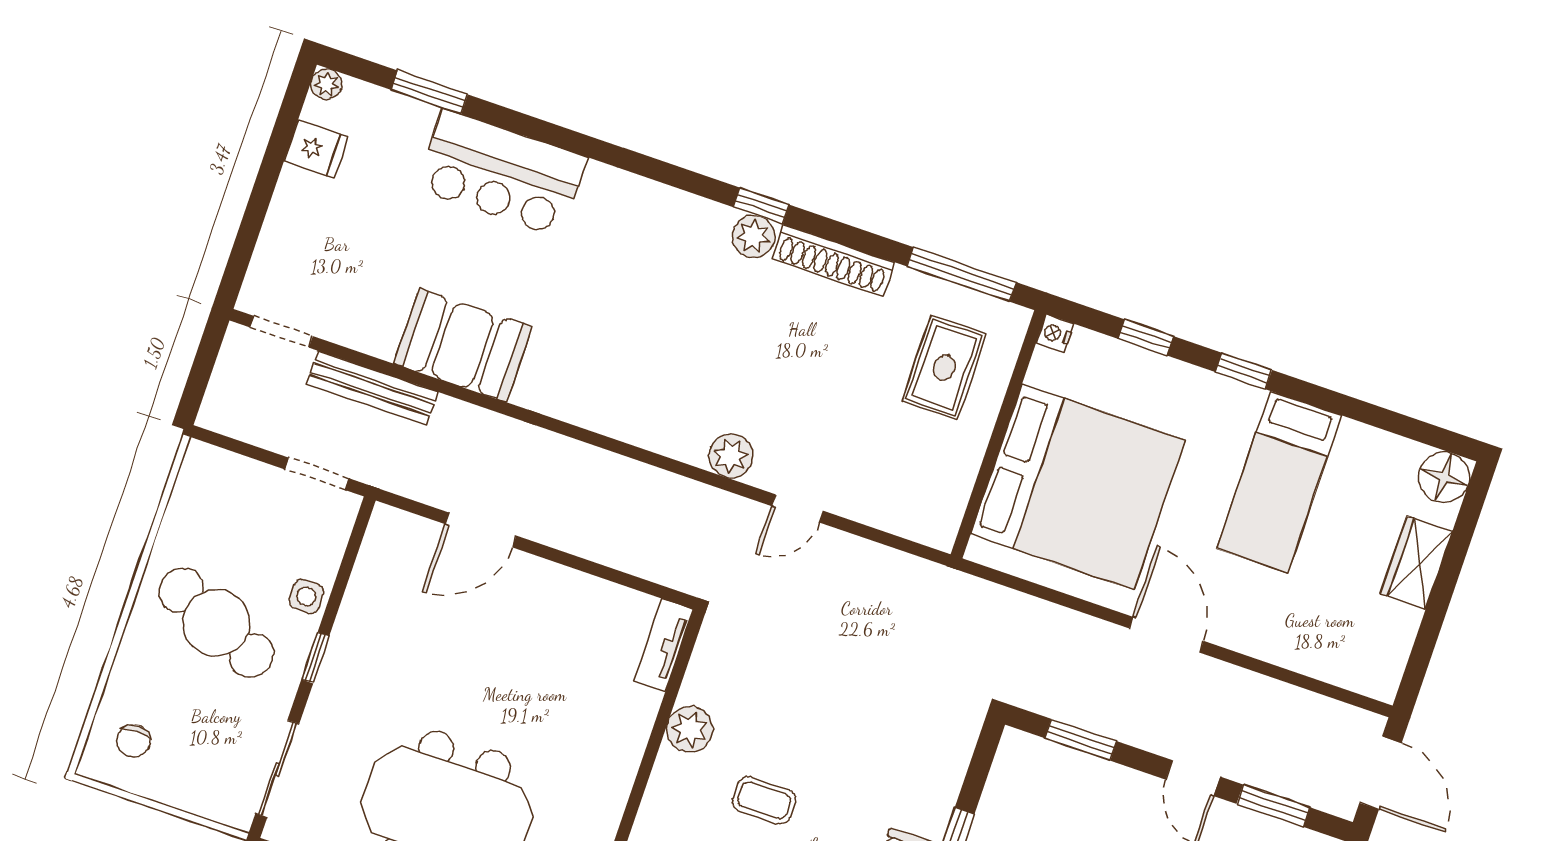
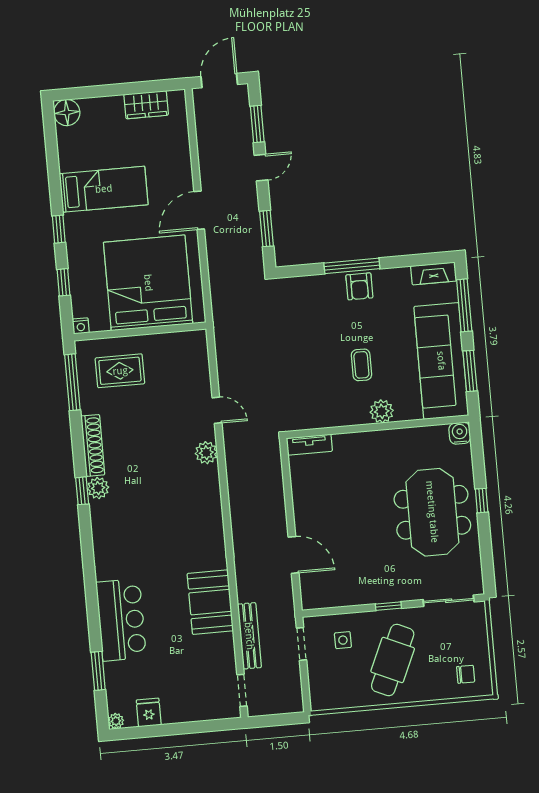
wardrobe: (1416, 563) -> (146, 105), moved
side table: (306, 596) -> (343, 640), moved
plant: (690, 729) -> (382, 411), moved

